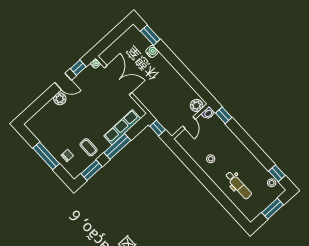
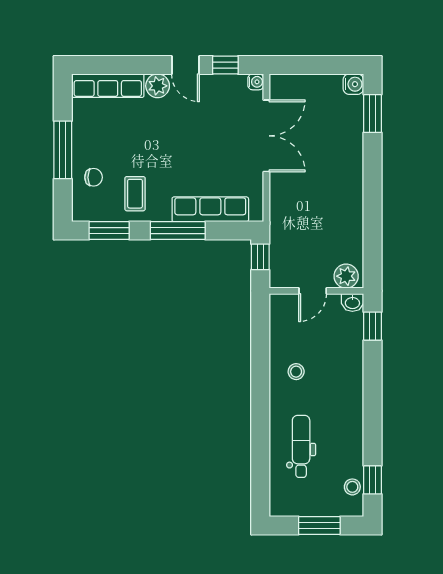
water cooler: (152, 51) -> (353, 84), moved
row of seats: (41, 116) -> (108, 86), added
dental chair: (238, 185) -> (301, 446), turned 180

